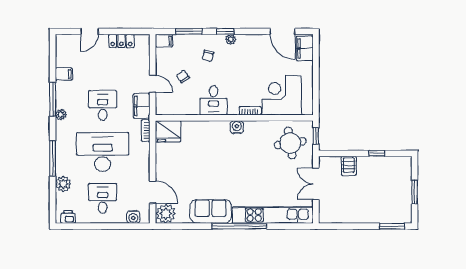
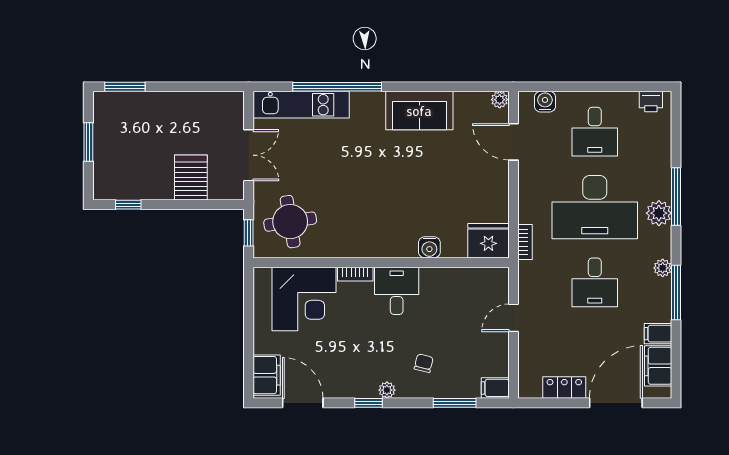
door: (90, 31) -> (616, 403), width x1.87
window: (225, 31) -> (368, 403), moved
chair: (183, 76) -> (465, 330), removed
door: (153, 84) -> (513, 318), hinge flipped
desk: (213, 100) -> (397, 291), moved
filing cabinet: (142, 106) -> (658, 366), moved, turned 180
water cooler: (237, 127) -> (429, 247), moved
window: (377, 153) -> (128, 205), moved
server rack: (349, 166) -> (191, 178), width x1.36, depth x1.44
plant: (63, 184) -> (659, 213), moved
plant: (166, 214) -> (500, 100), width x0.53, depth x0.53
kitchen unit: (273, 215) -> (301, 105), width x0.73
window: (239, 226) -> (337, 87), moved

